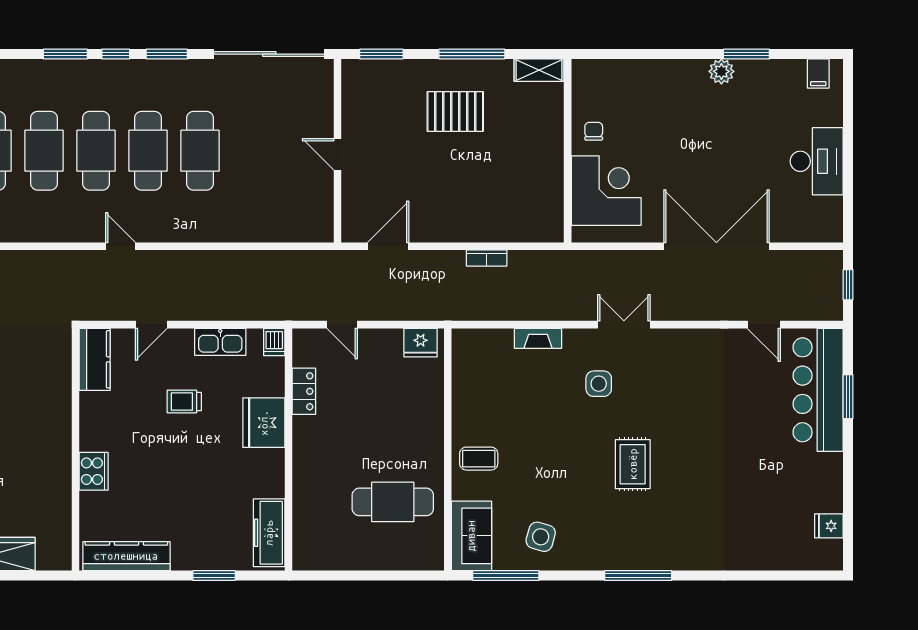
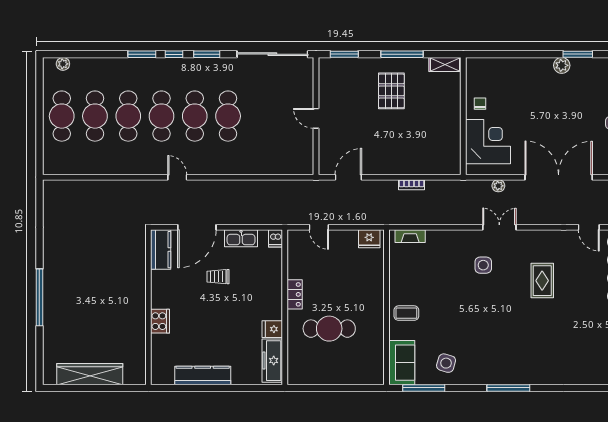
pallet: (455, 111) -> (391, 91), turned 90
plant: (622, 260) -> (498, 186), added
door: (151, 325) -> (197, 227), width x1.88
fireplace: (538, 338) -> (410, 236), moved
locker: (304, 391) -> (295, 294), moved
fridge: (264, 423) -> (272, 329), moved, width x0.53, depth x0.75
rug: (633, 464) -> (542, 281), moved
cafe table: (393, 502) -> (329, 329), moved
kitchen counter: (126, 556) -> (203, 376), moved
window: (214, 576) -> (237, 388), removed

